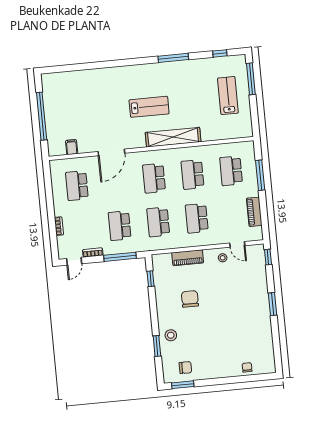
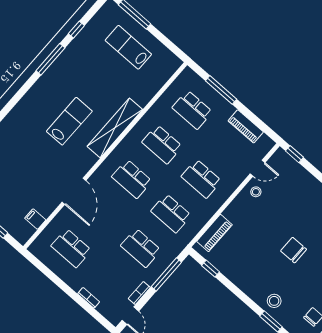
window: (220, 53) -> (76, 30), moved
piano: (188, 258) -> (214, 233), moved
chair: (190, 299) -> (294, 250), moved

